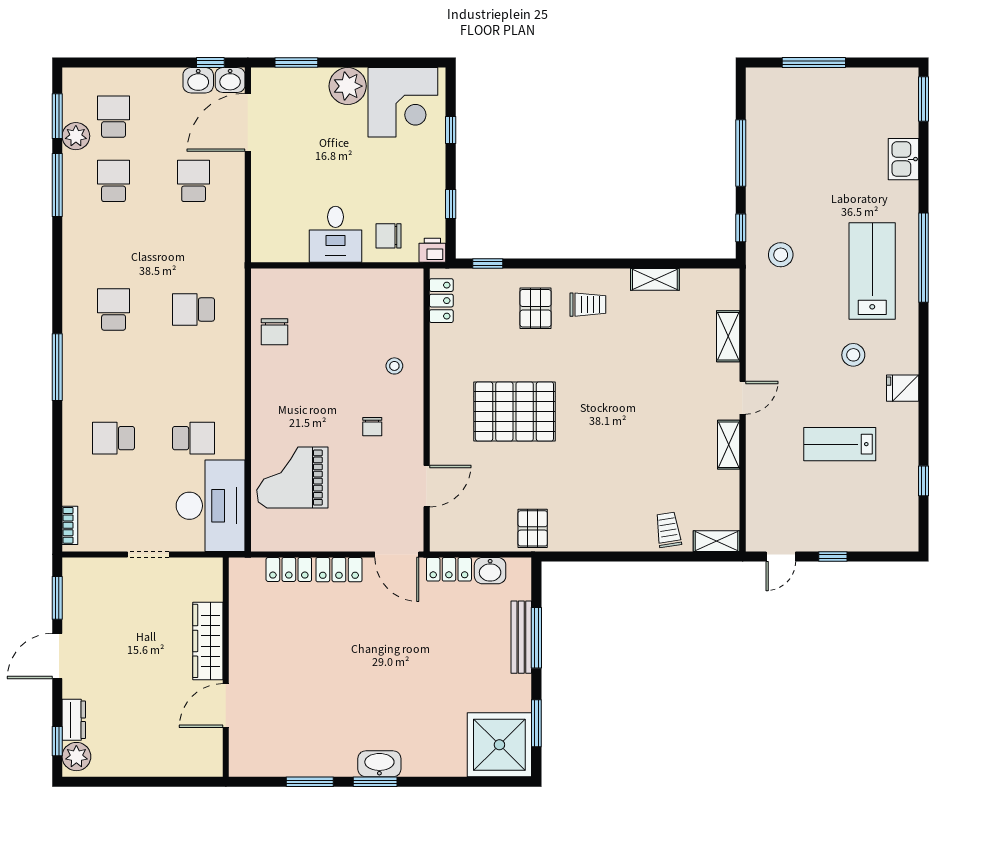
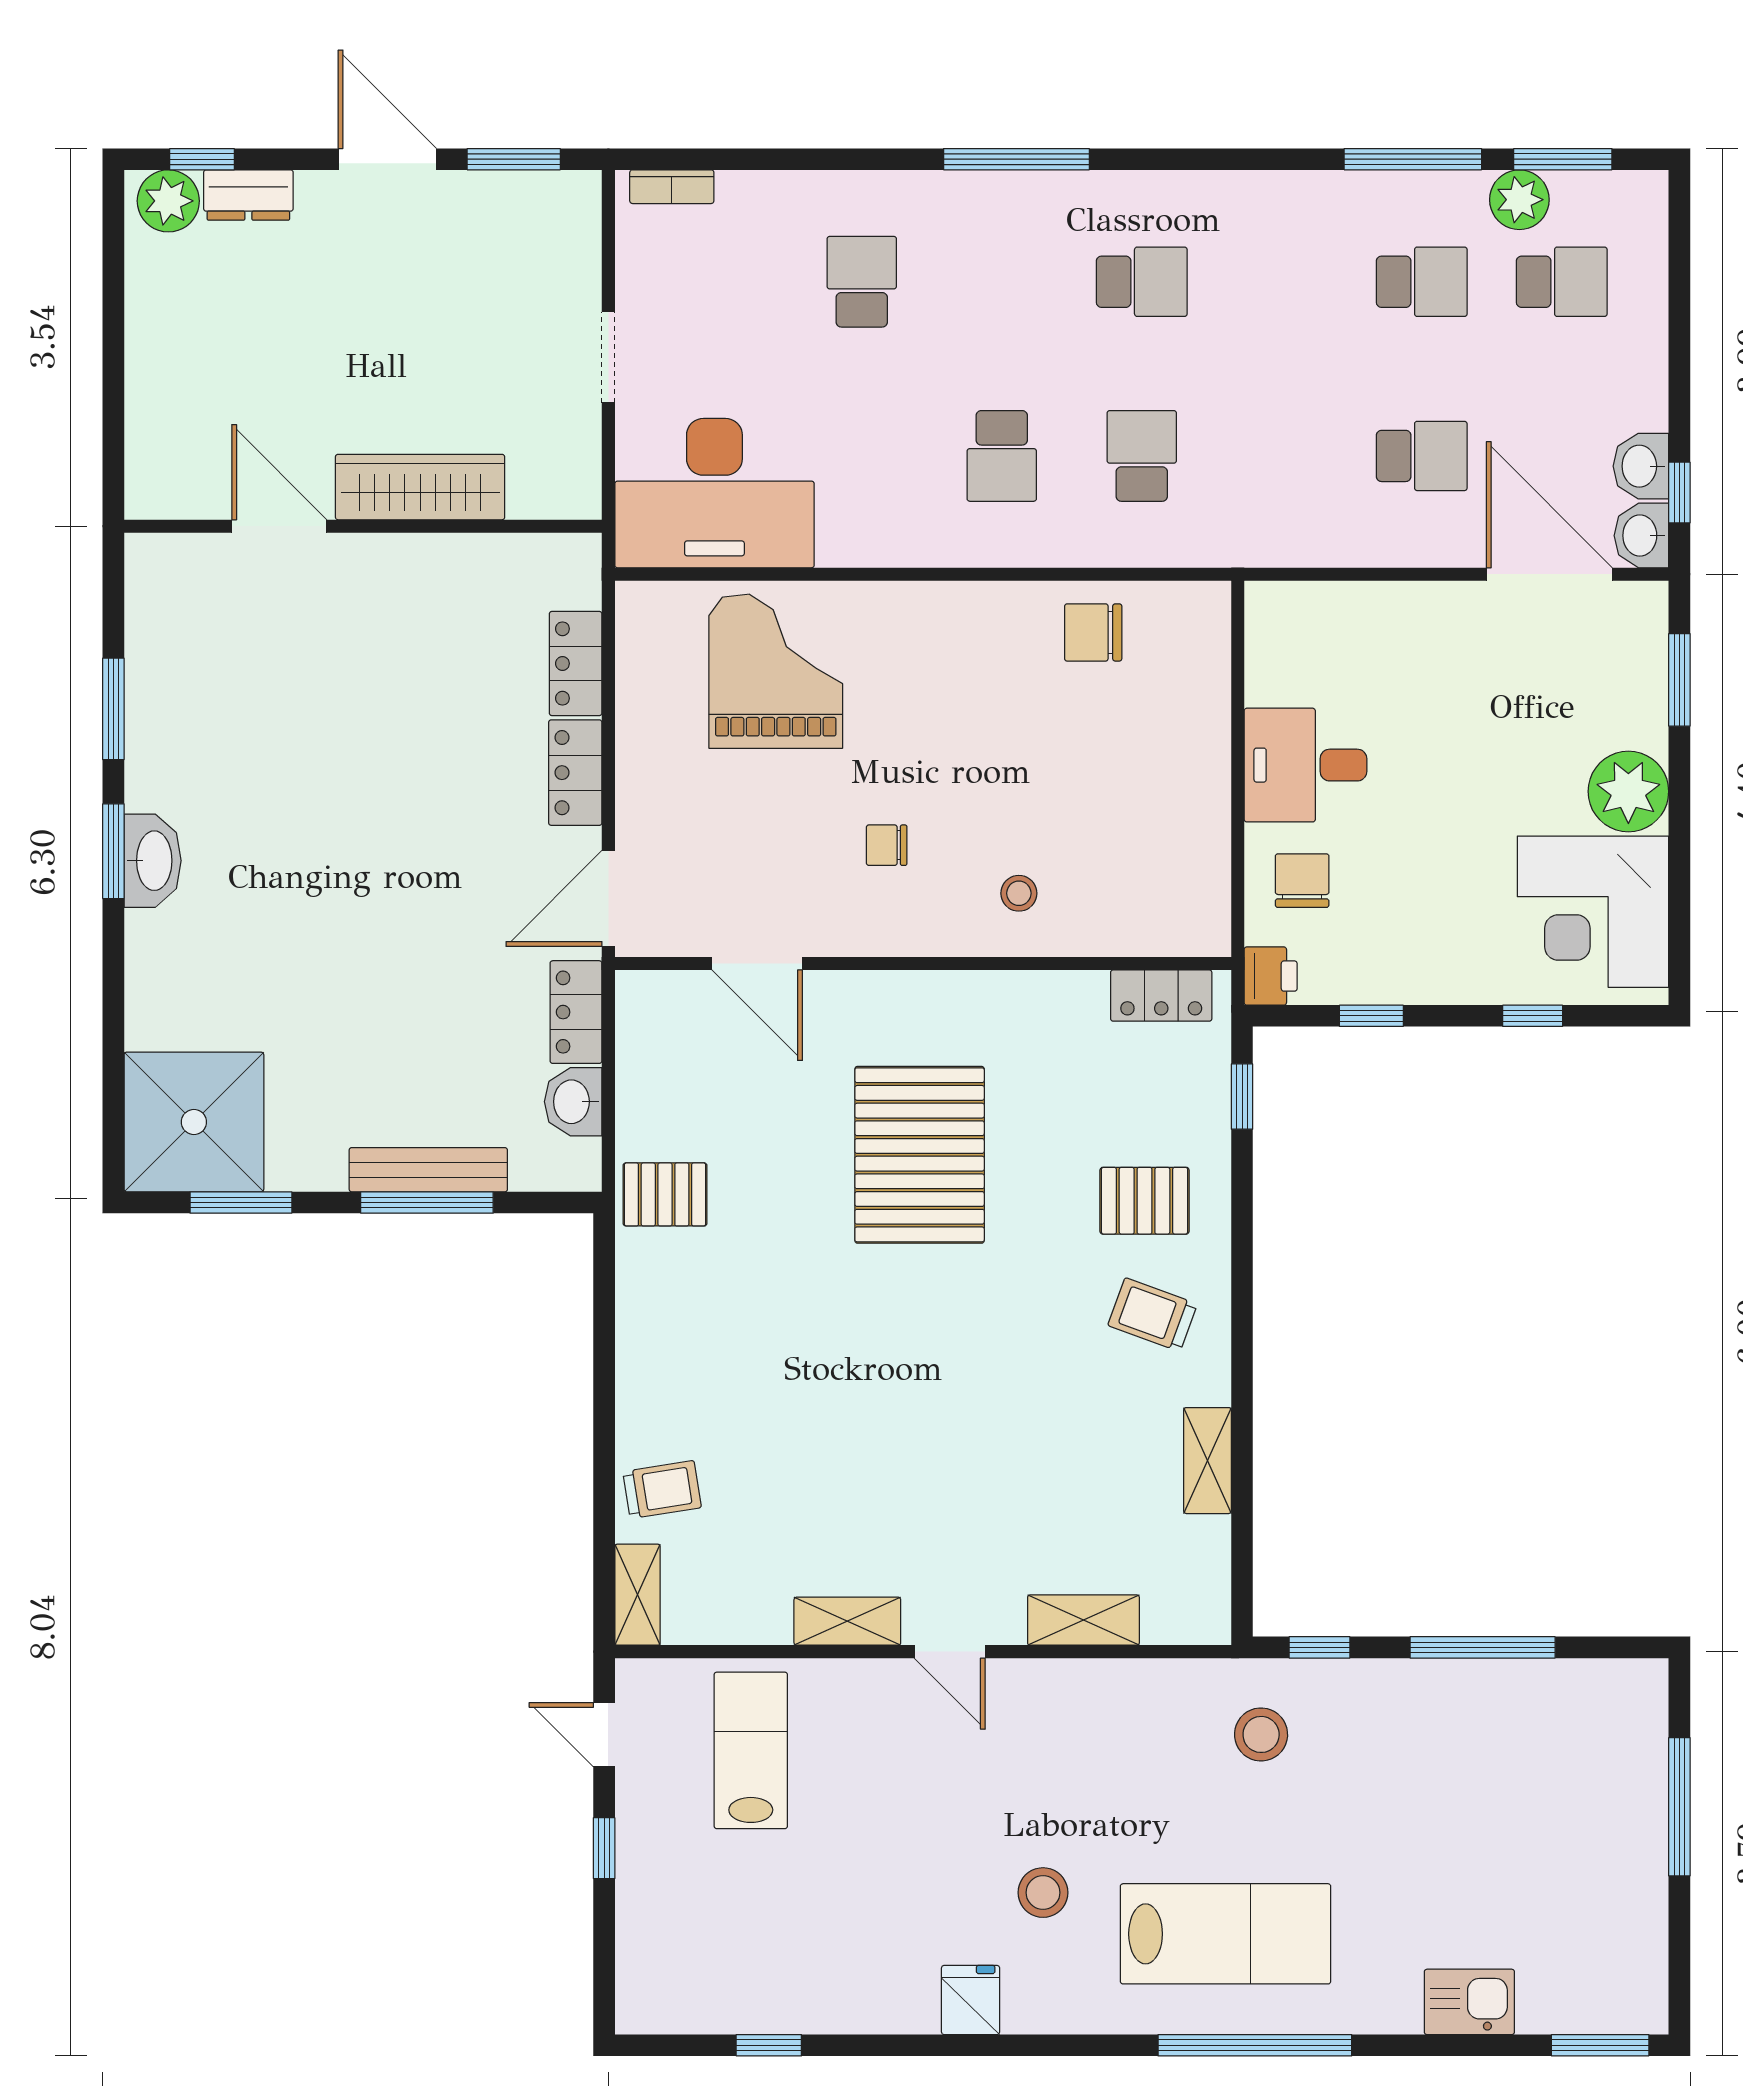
trolley: (588, 305) -> (1153, 1315), turned 110
school desk: (194, 438) -> (1002, 456), moved
lab bench: (840, 444) -> (751, 1750), moved

